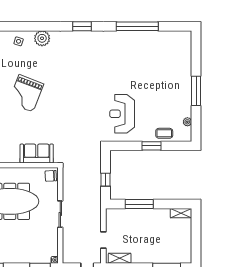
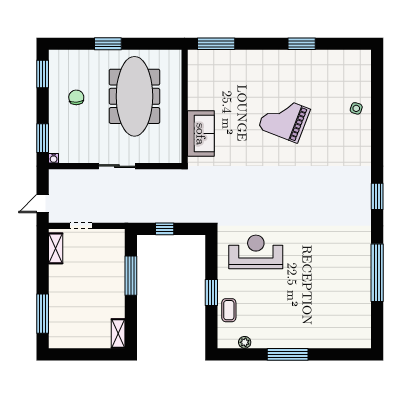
plant: (42, 38) -> (360, 141), removed
chair: (51, 176) -> (76, 97), moved

